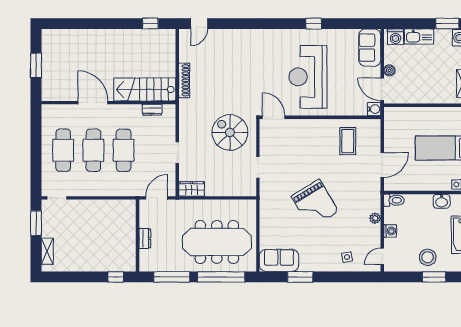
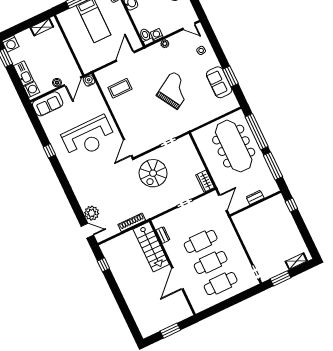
plant: (217, 38) -> (92, 213), added
door: (382, 165) -> (125, 56), hinge flipped
door: (157, 198) -> (223, 203), swing flipped
washing machine: (390, 231) -> (157, 35), moved
sofa: (279, 260) -> (219, 82), moved

